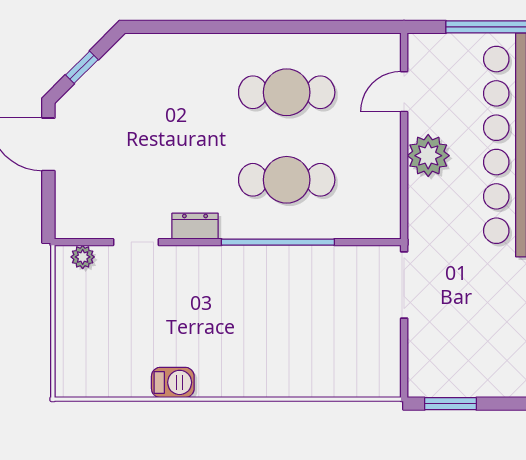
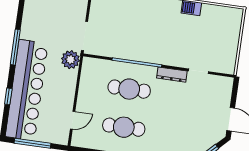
plant: (428, 156) -> (70, 60), moved
dresser: (195, 226) -> (172, 75), width x1.44
plant: (83, 257) -> (223, 68), removed

